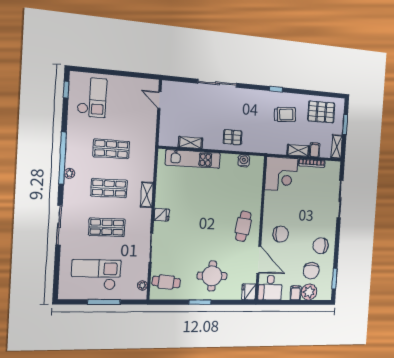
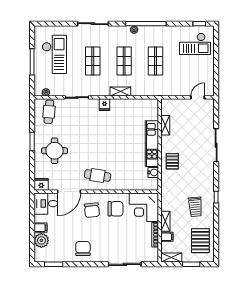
kitchen unit: (193, 159) -> (152, 144), moved
chair: (311, 271) -> (115, 209), moved, turned 180

